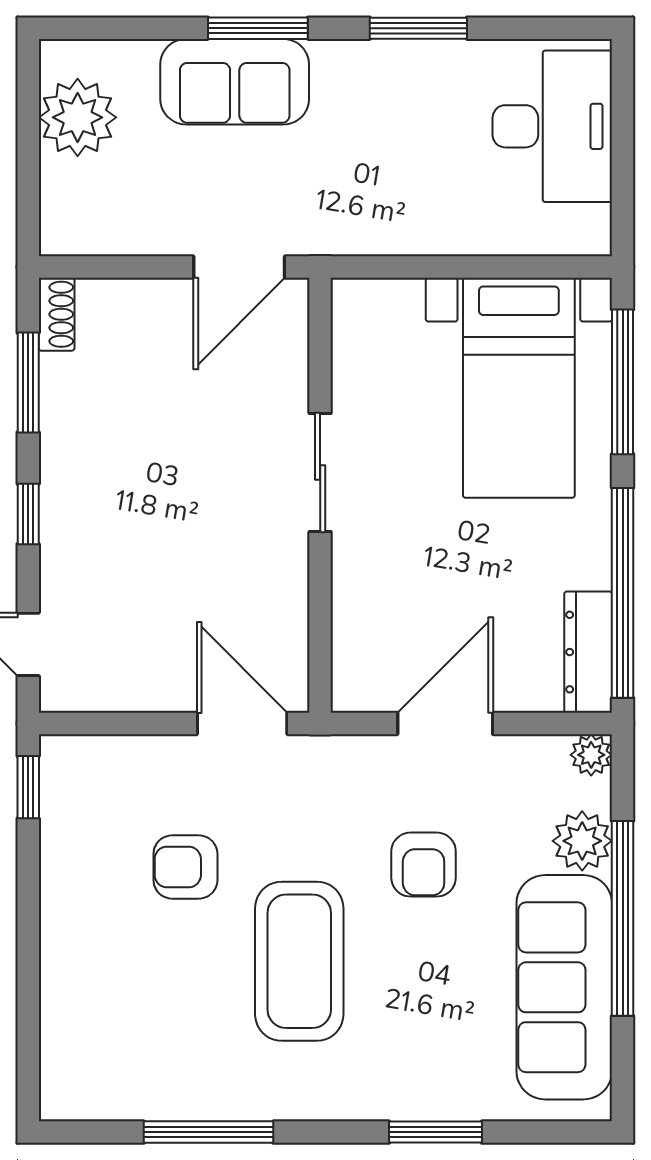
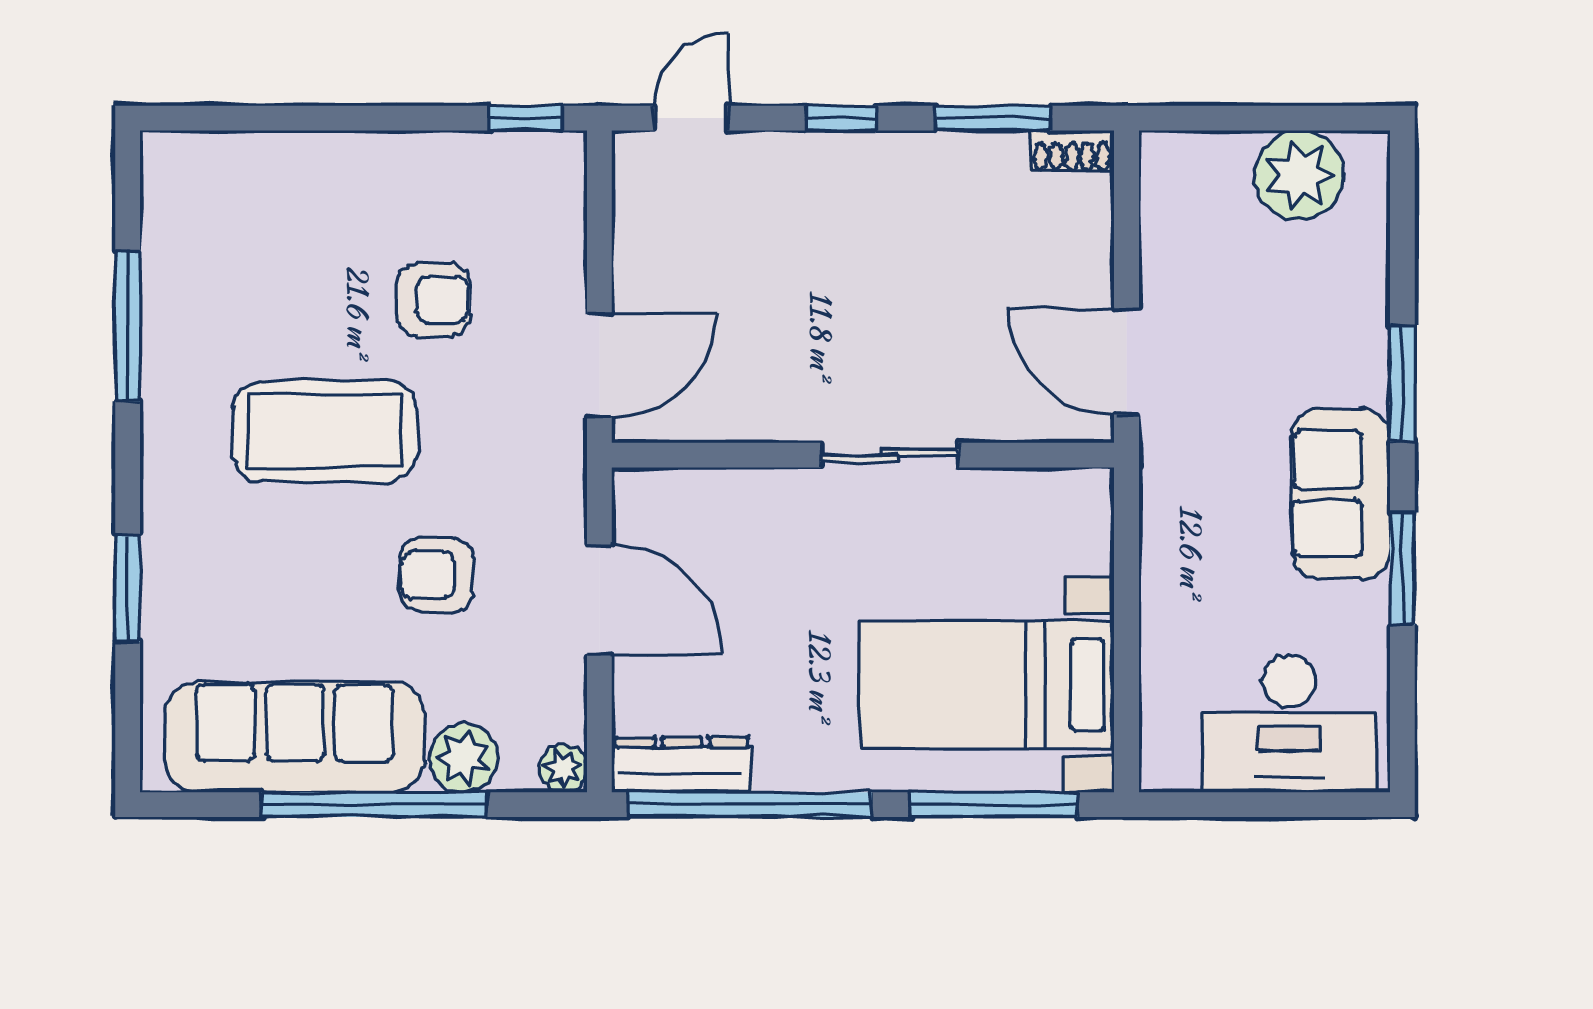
sofa: (235, 82) -> (1340, 494), moved
armchair: (185, 867) -> (434, 300), turned 90

